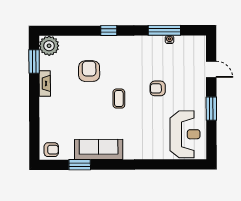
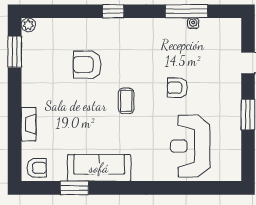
plant: (49, 46) -> (28, 25), width x0.53, depth x0.53
armchair: (89, 71) -> (87, 65), turned -90
fireplace: (45, 83) -> (29, 124), moved
reception desk: (185, 134) -> (190, 146), moved, turned 180

